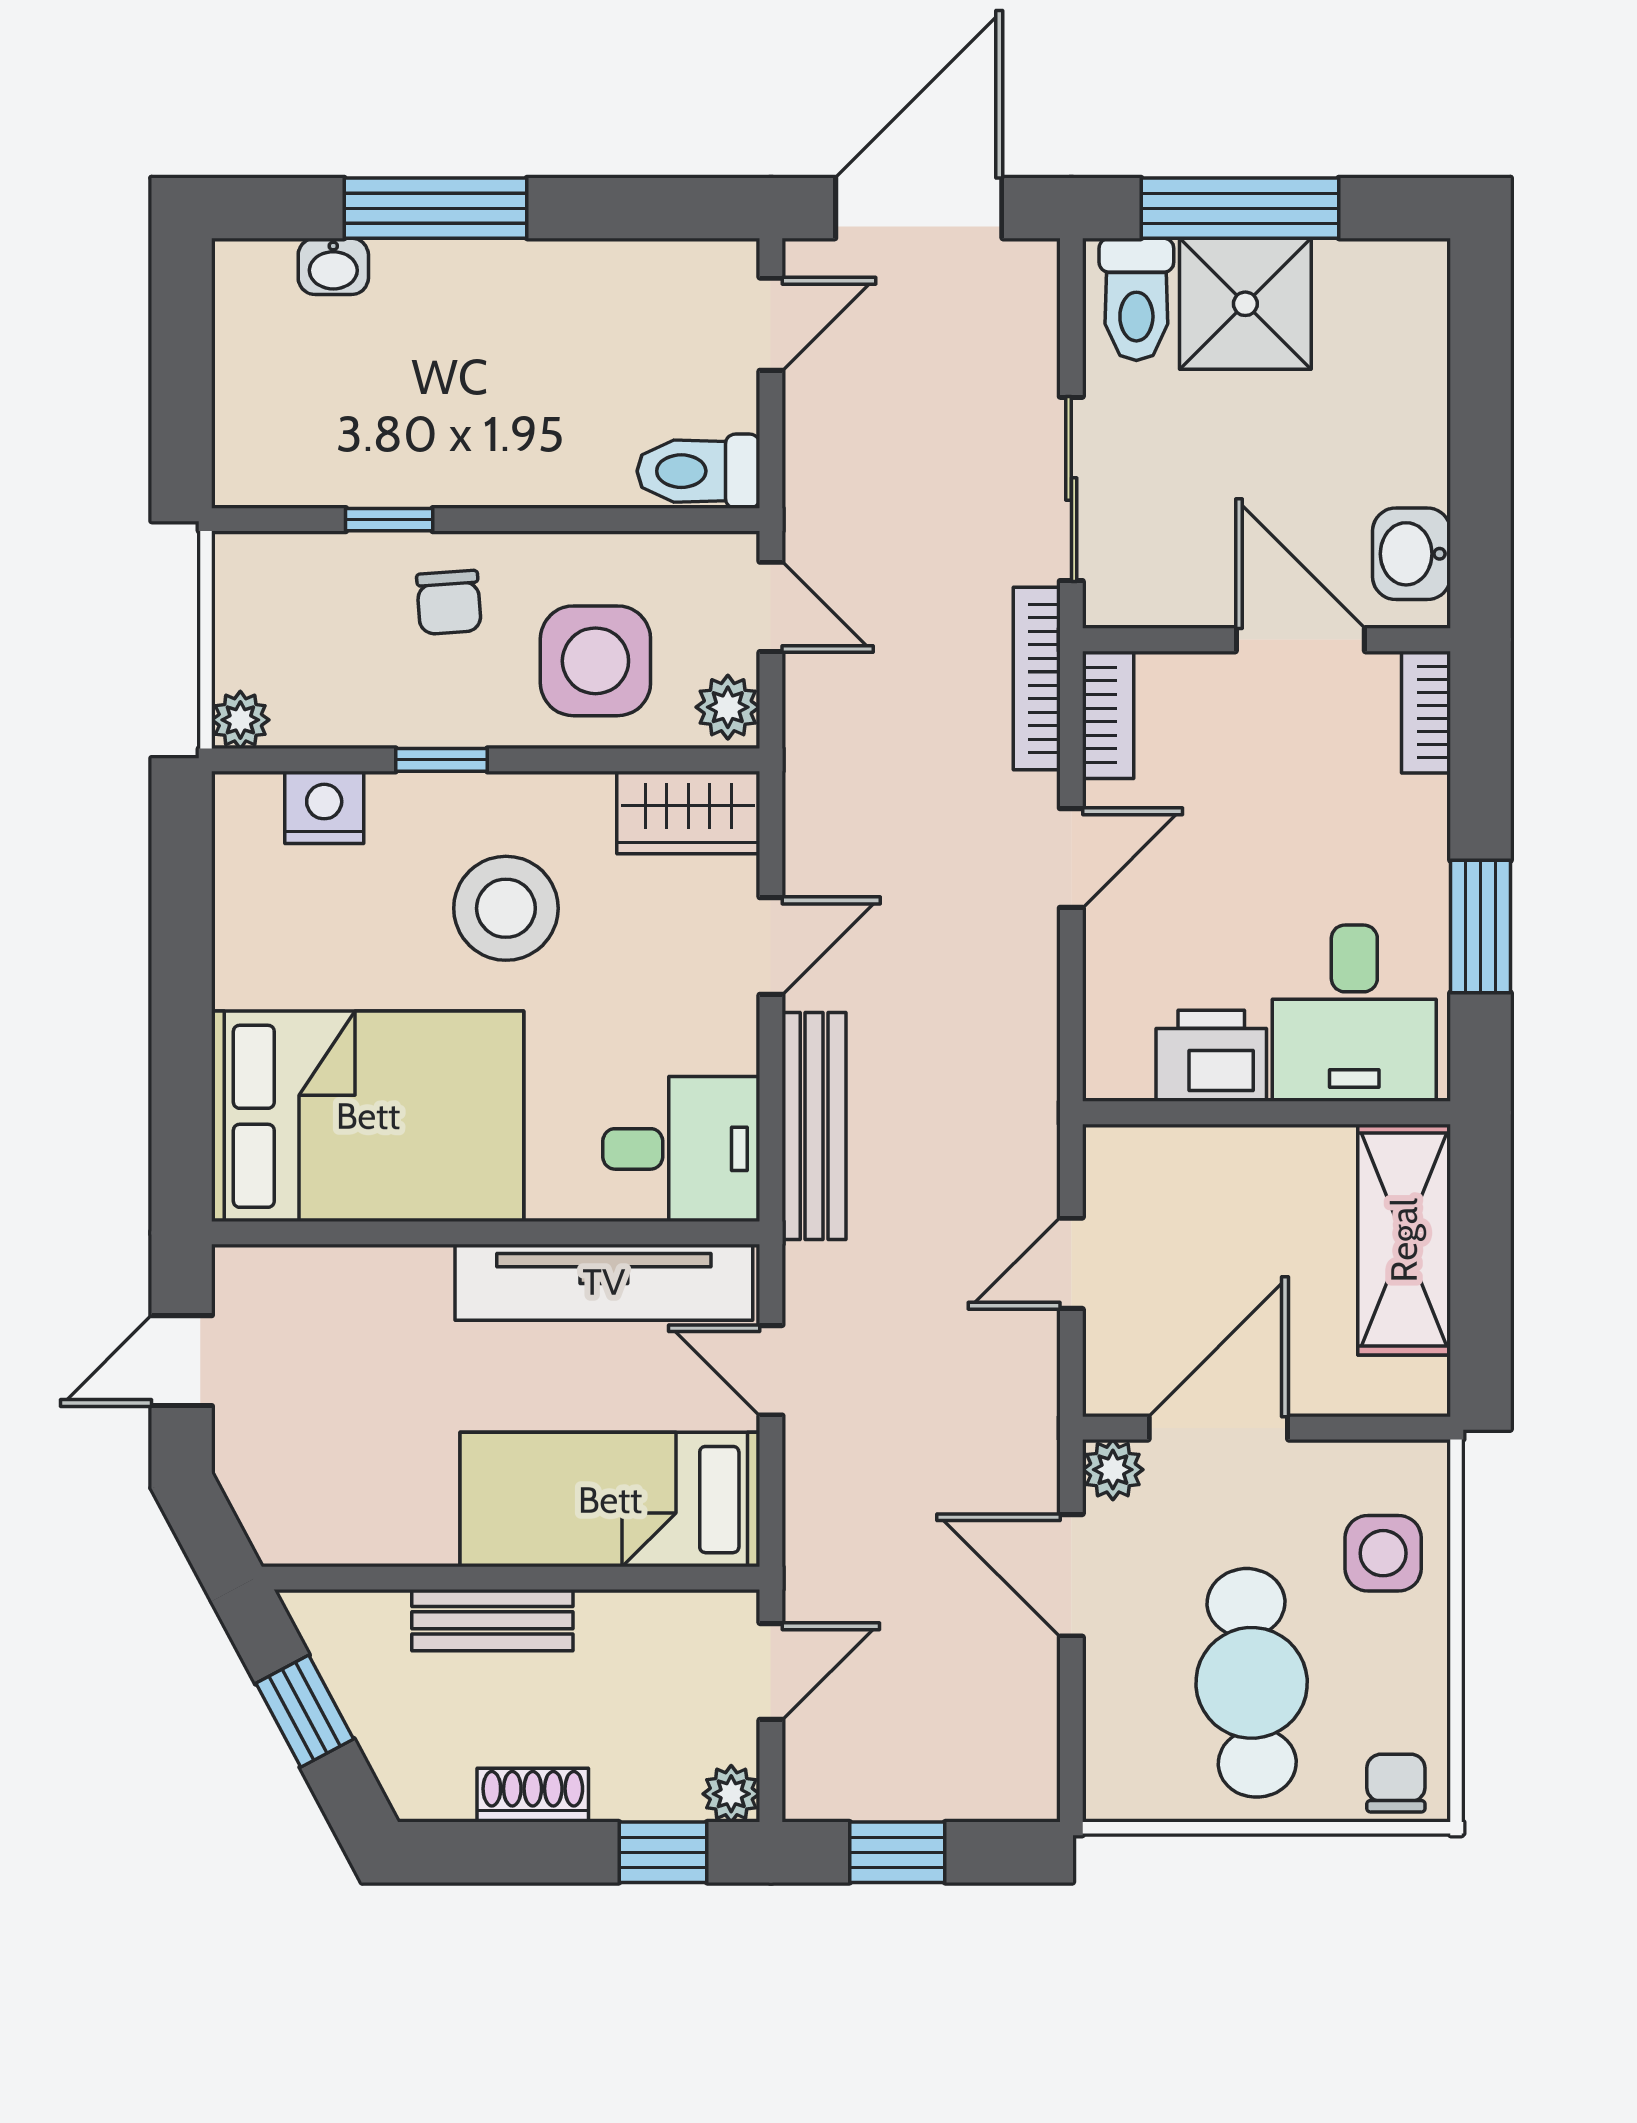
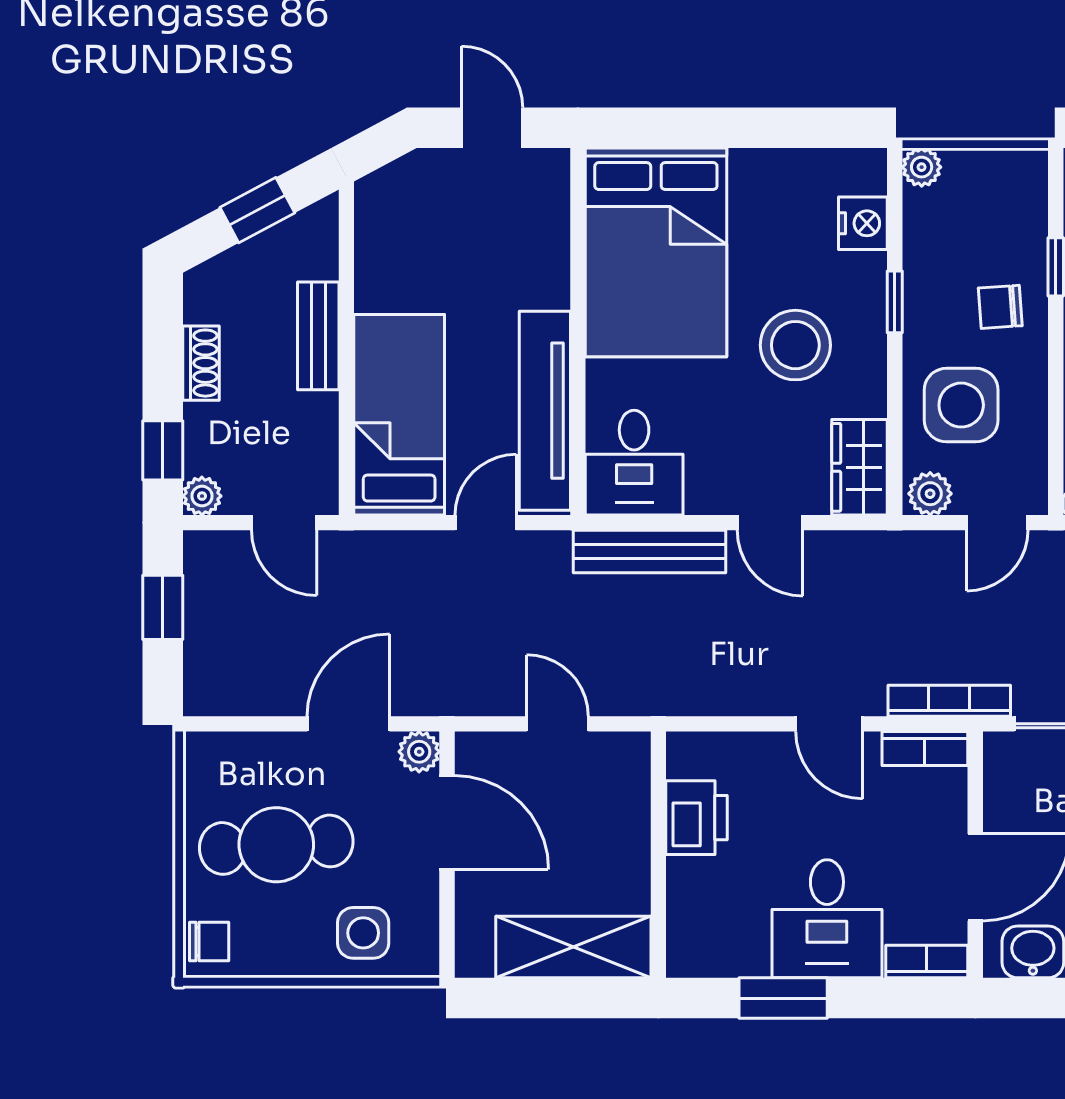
desk: (1354, 1013) -> (827, 919), moved, turned -90

